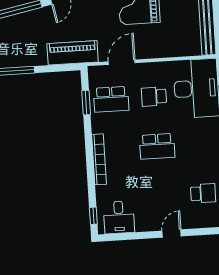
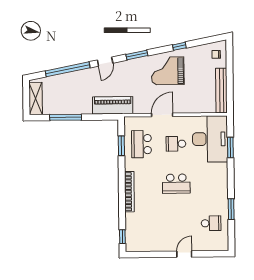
door: (122, 62) -> (162, 115), moved
school desk: (111, 99) -> (142, 144), turned 90
desk: (119, 217) -> (143, 239), removed

